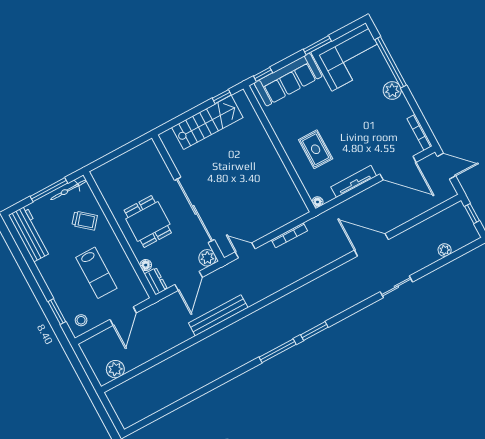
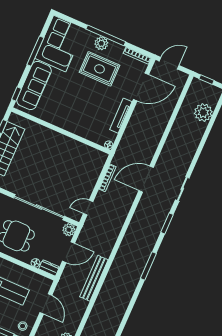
window: (317, 45) -> (35, 51), width x1.44
window: (391, 62) -> (106, 35), moved
rug: (316, 149) -> (100, 69), moved, width x1.36, depth x1.43
door: (371, 245) -> (146, 179), moved
plant: (445, 250) -> (203, 113), width x1.87, depth x1.87
door: (189, 281) -> (68, 252), hinge flipped
sliding door: (396, 287) -> (182, 189), moved
bench: (218, 315) -> (94, 278), moved
window: (278, 351) -> (148, 266), moved

